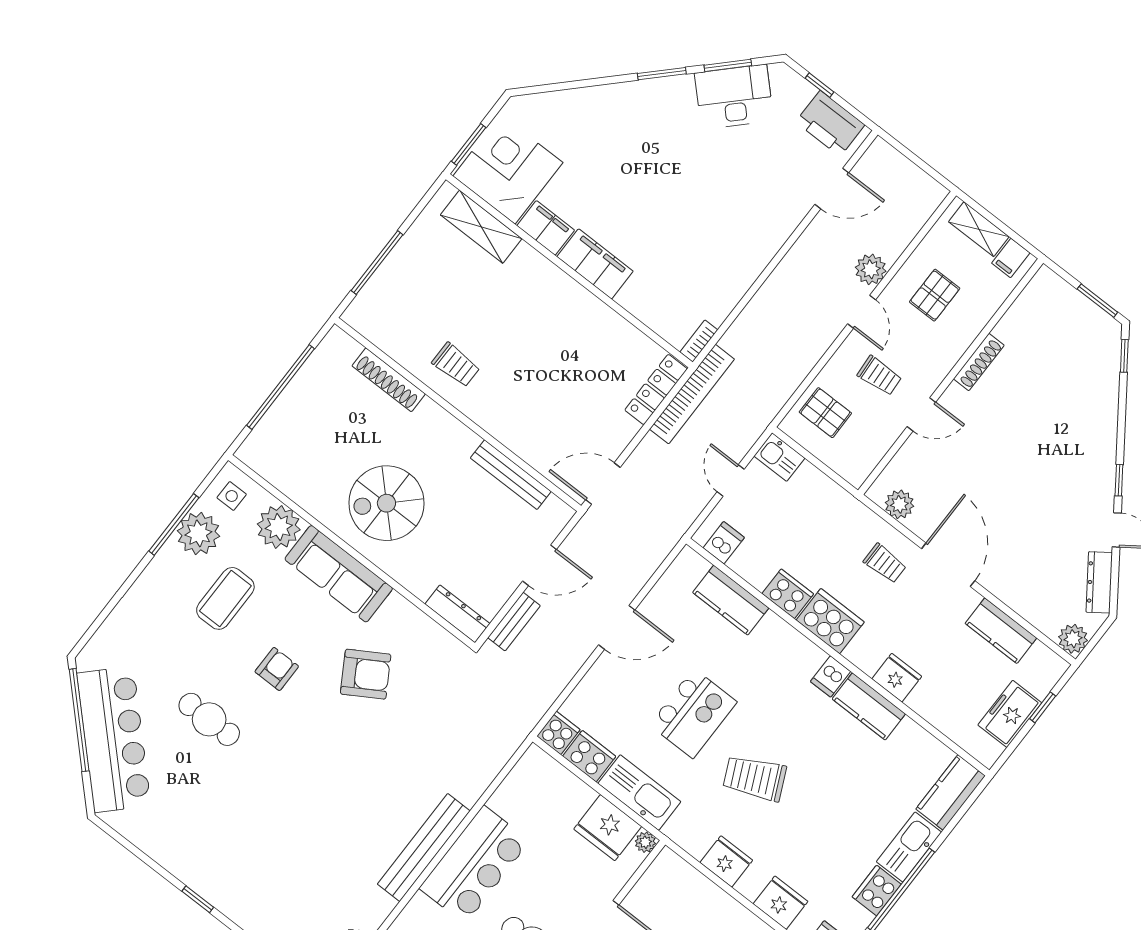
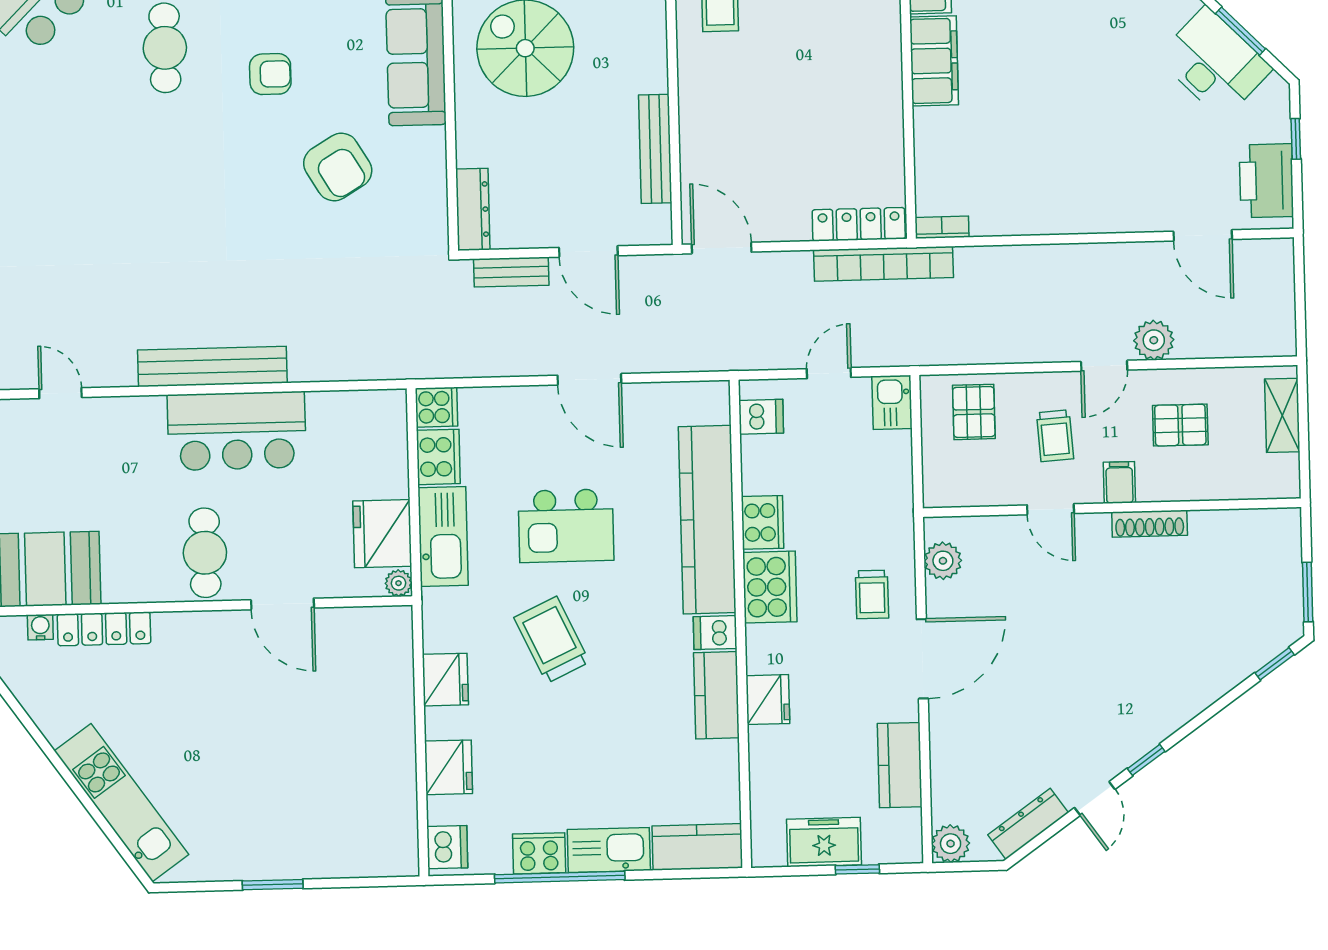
filing cabinet: (1011, 258) -> (1119, 482), moved, turned 90
kitchen counter: (731, 600) -> (707, 520), width x2.08, depth x1.17

